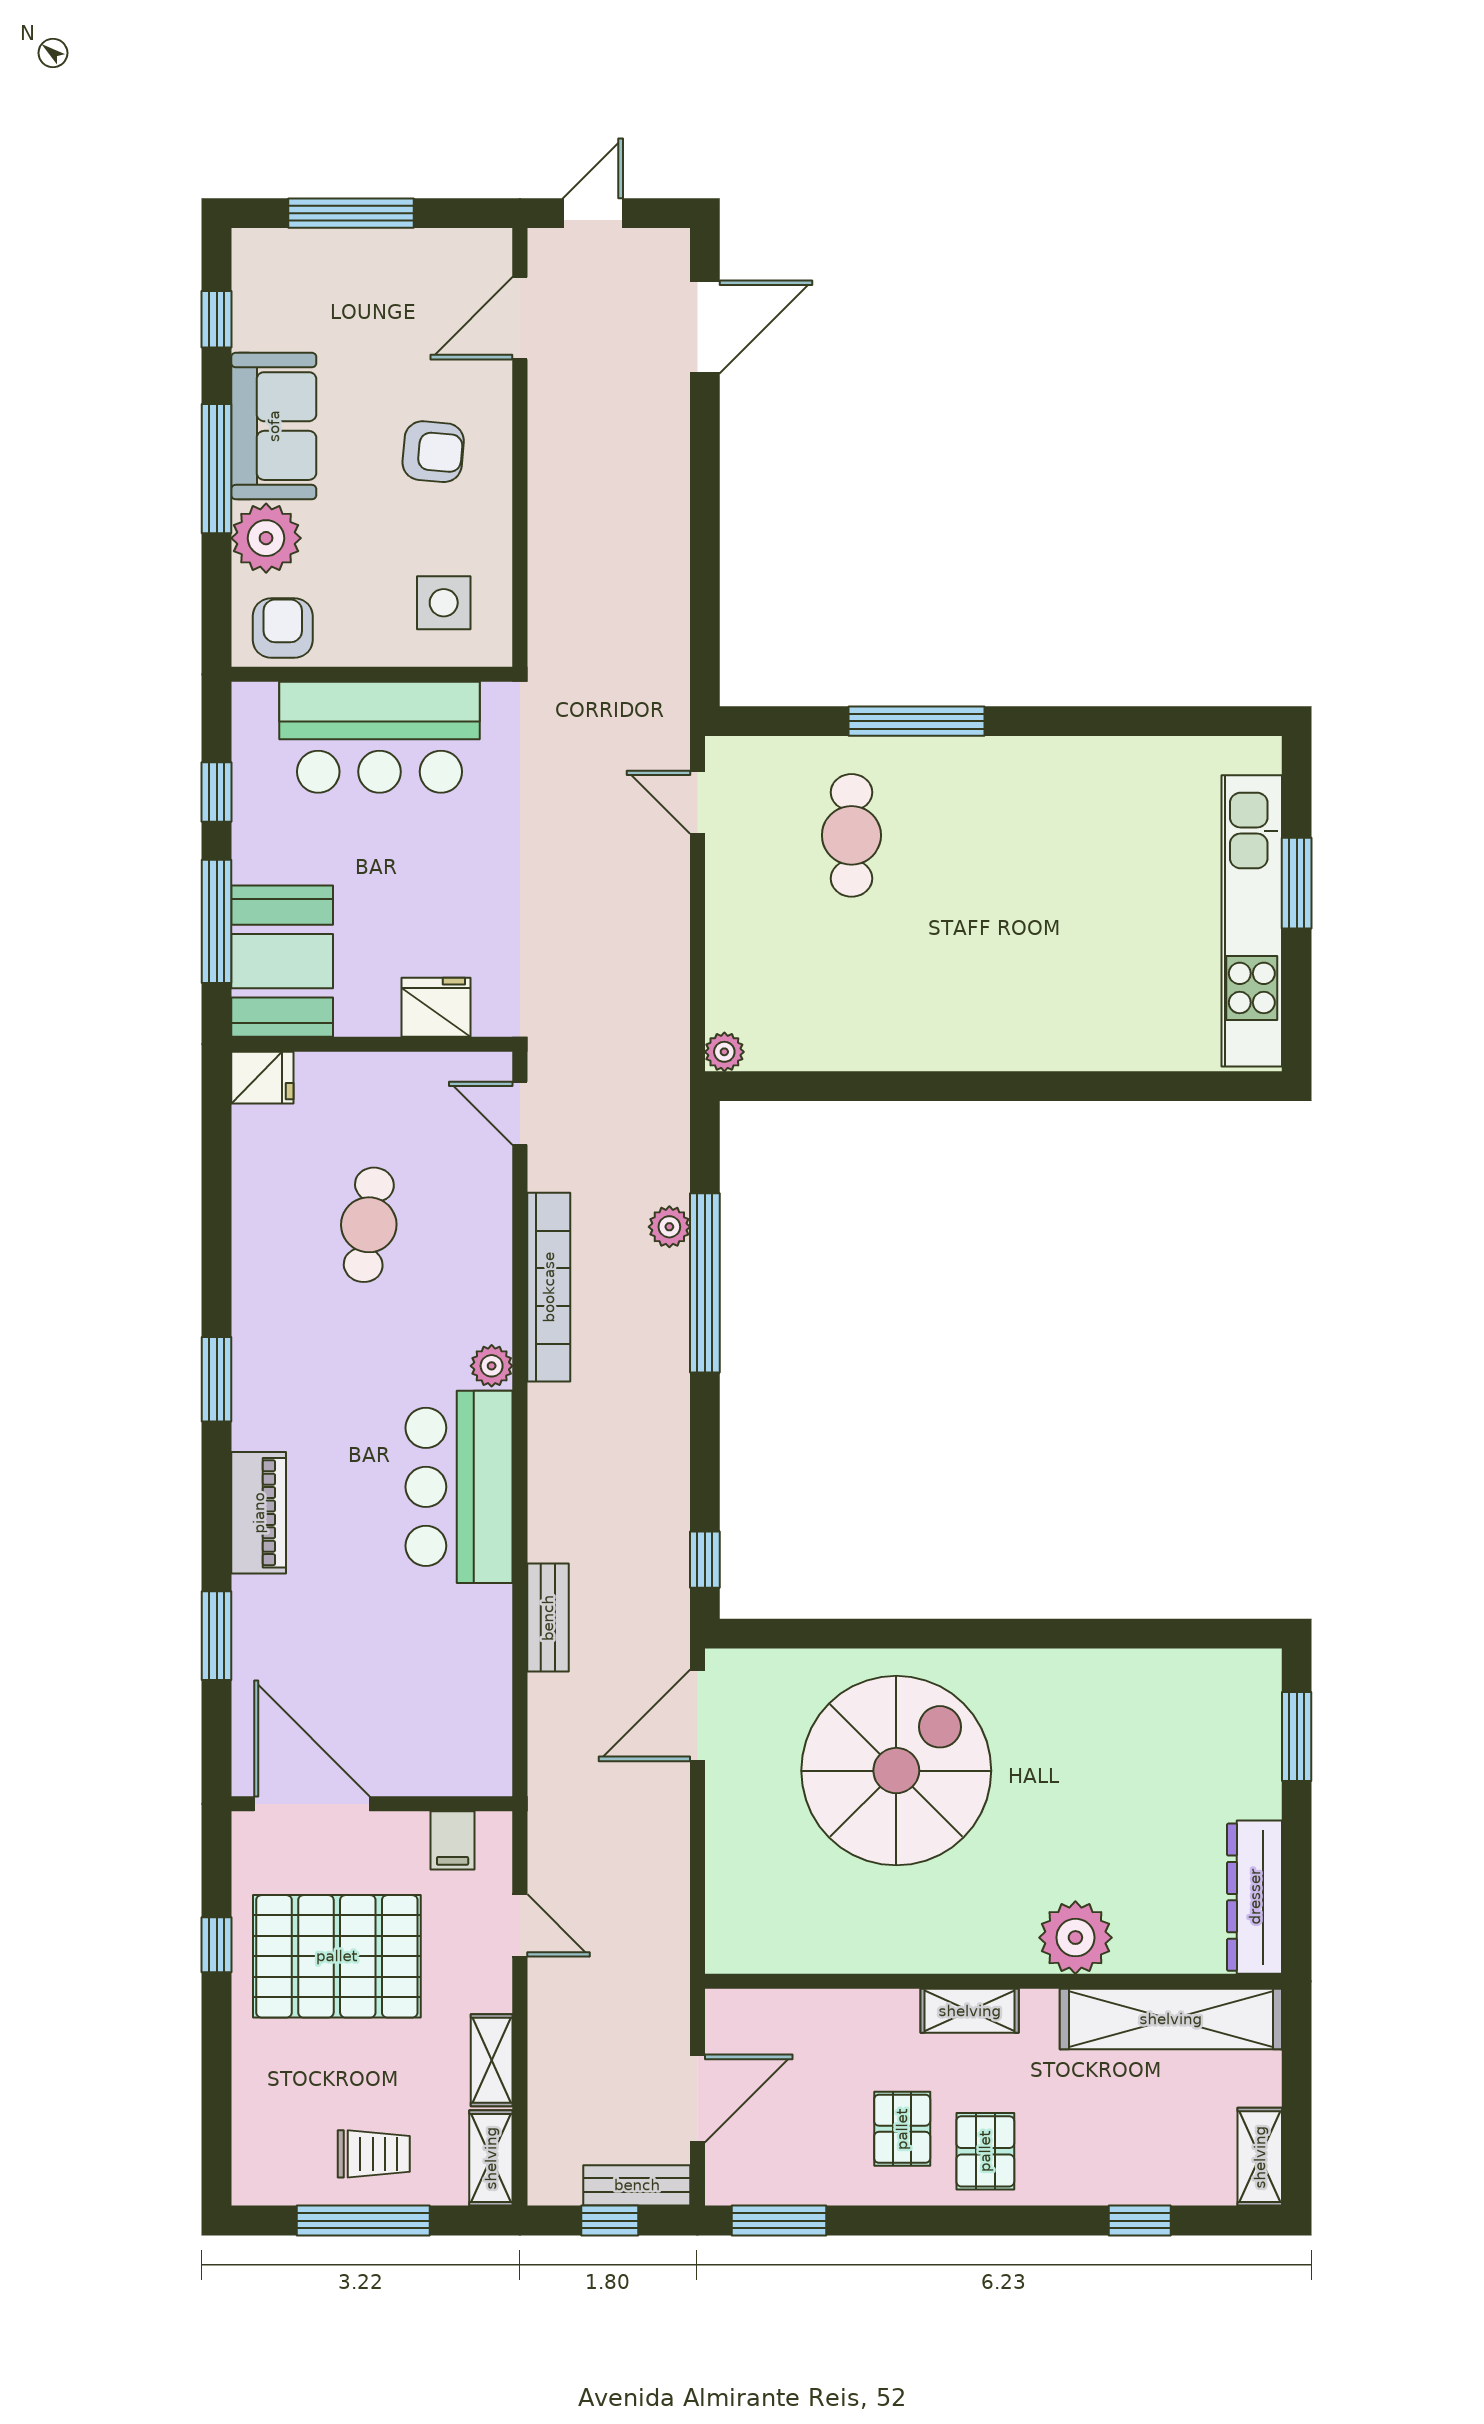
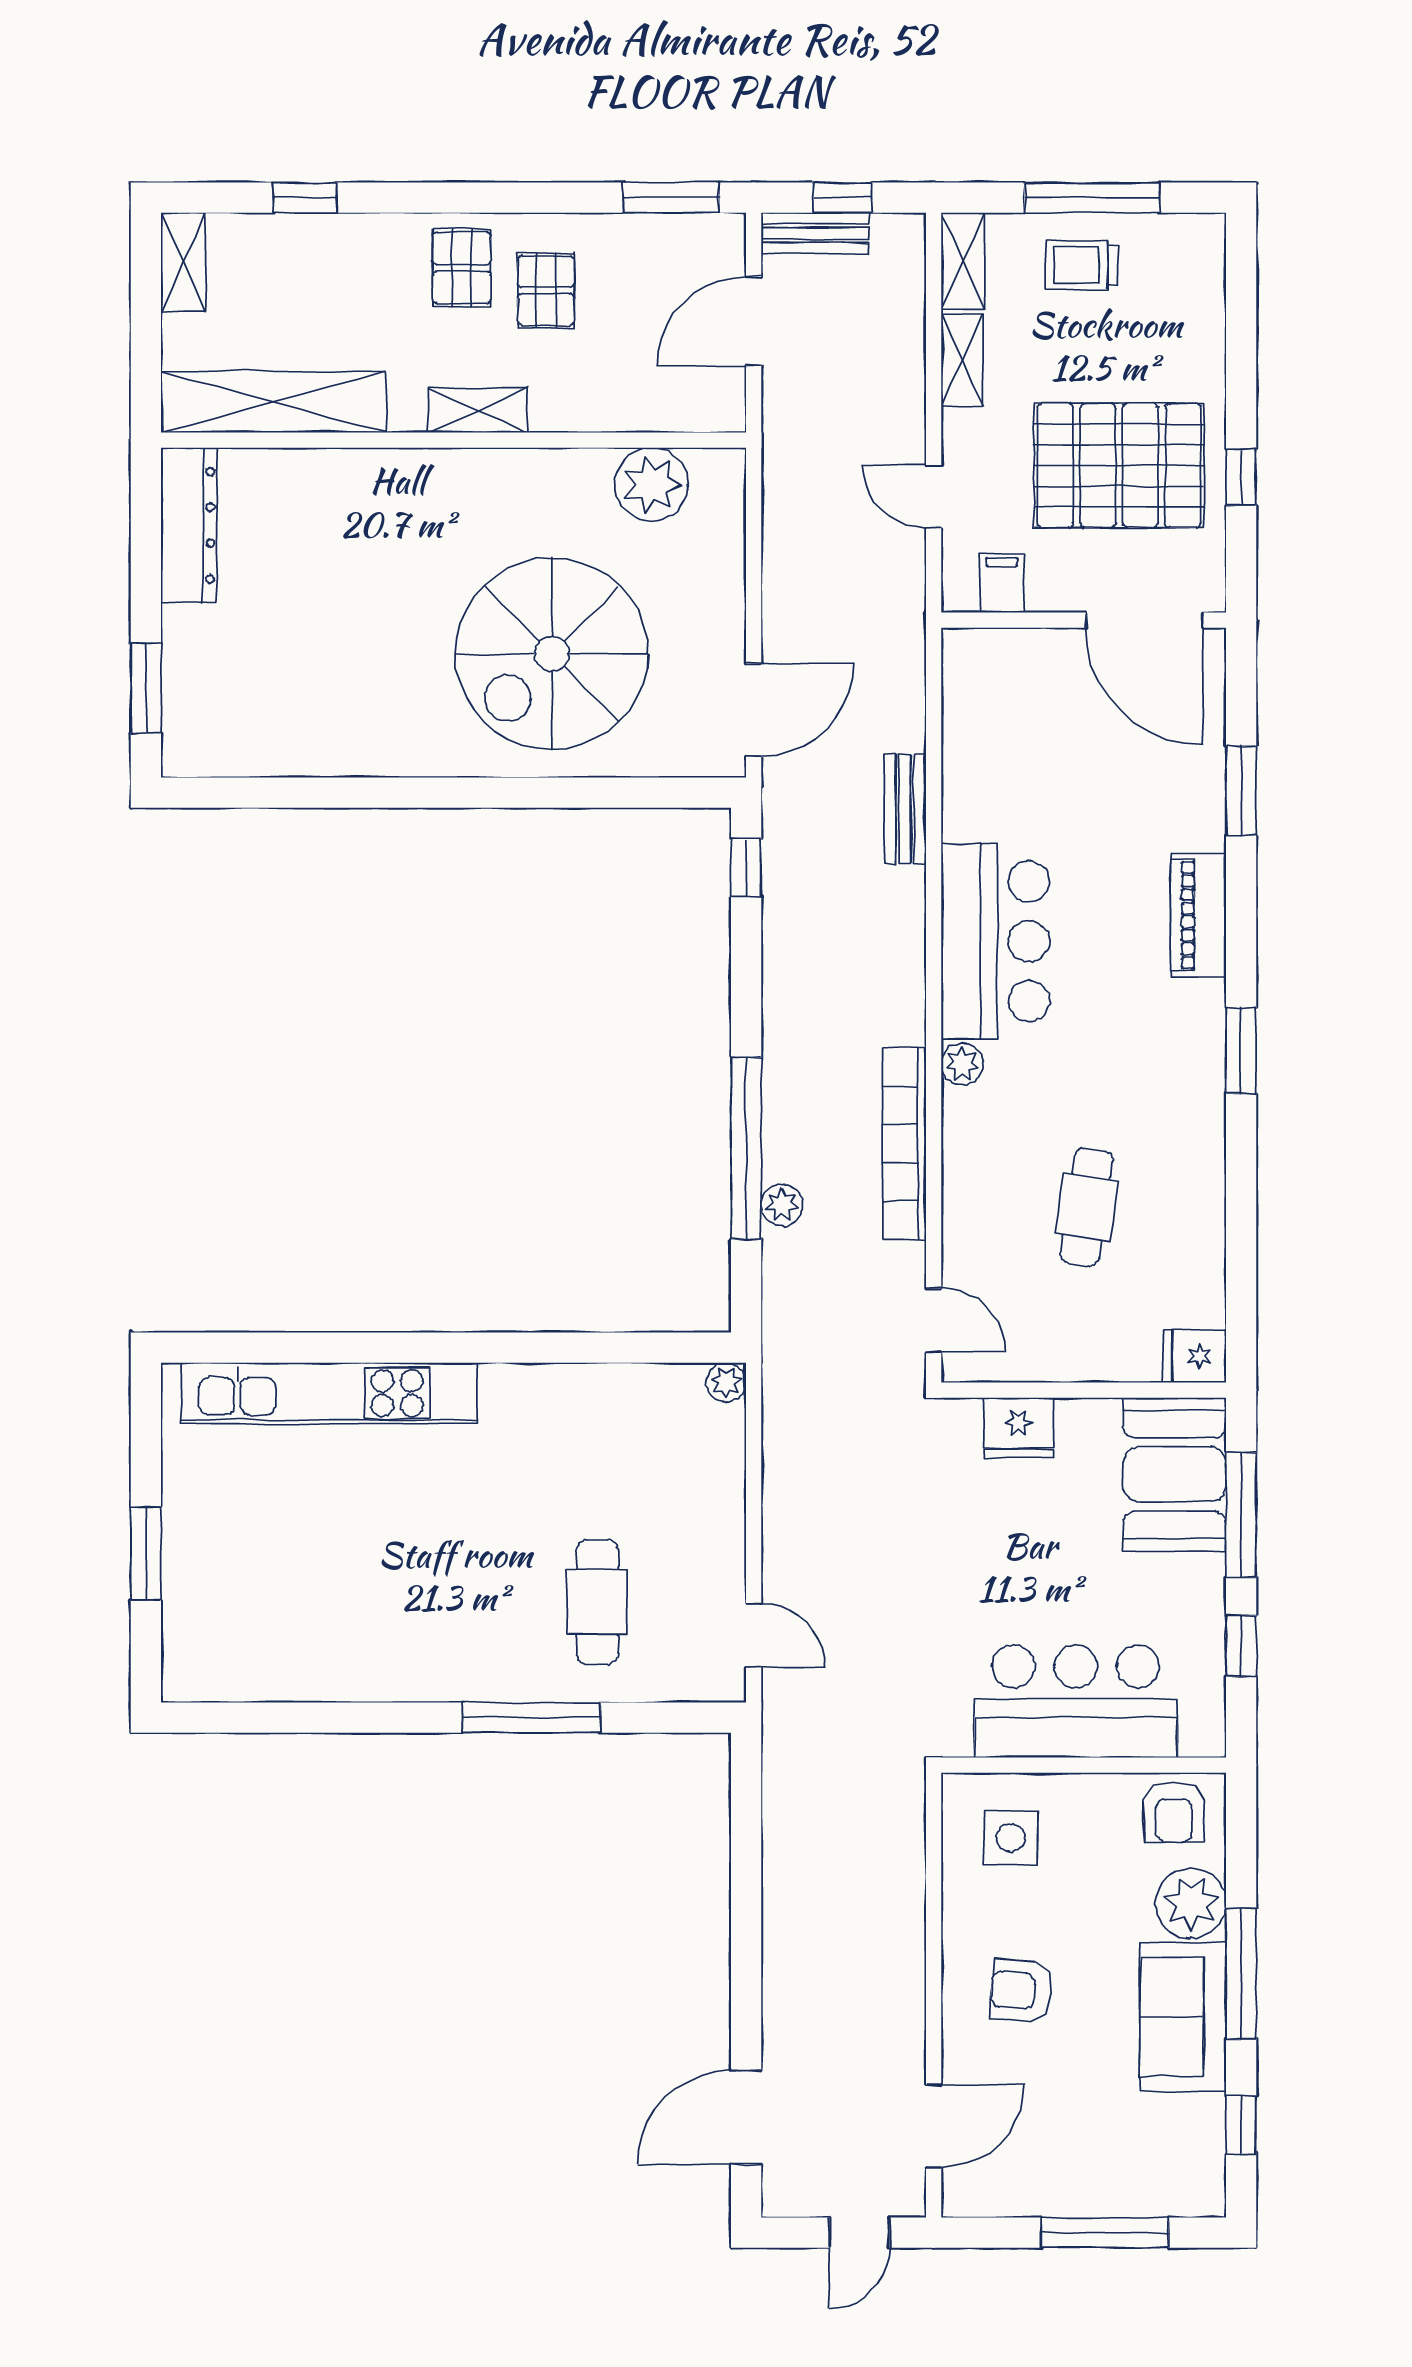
kitchen unit: (1252, 921) -> (329, 1393), moved, turned 90
plant: (1075, 1938) -> (652, 484), moved

